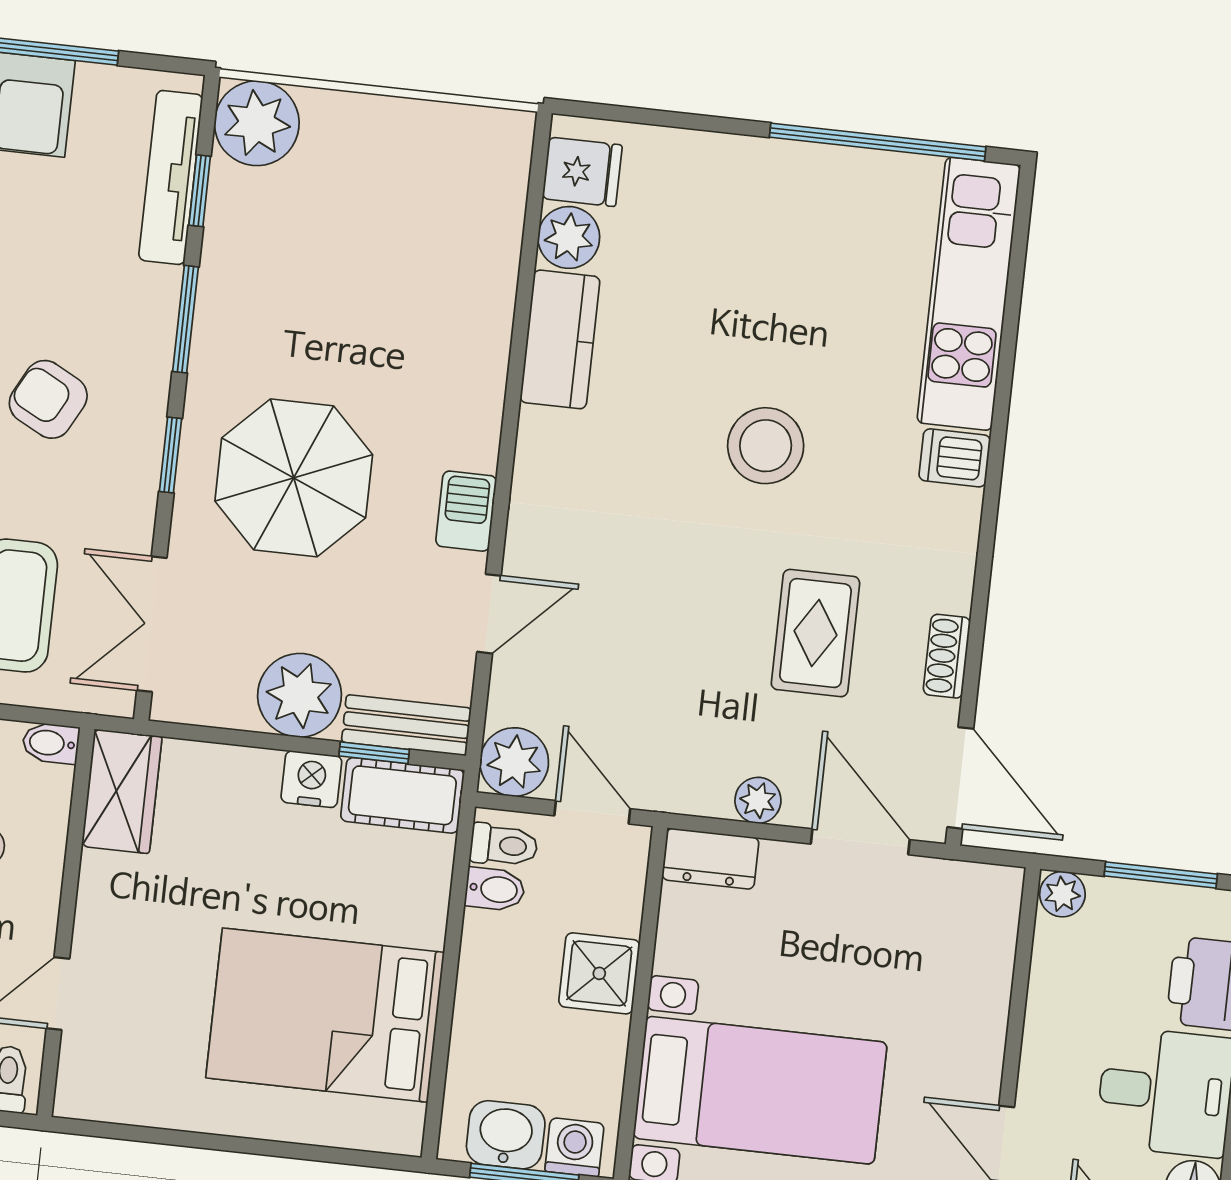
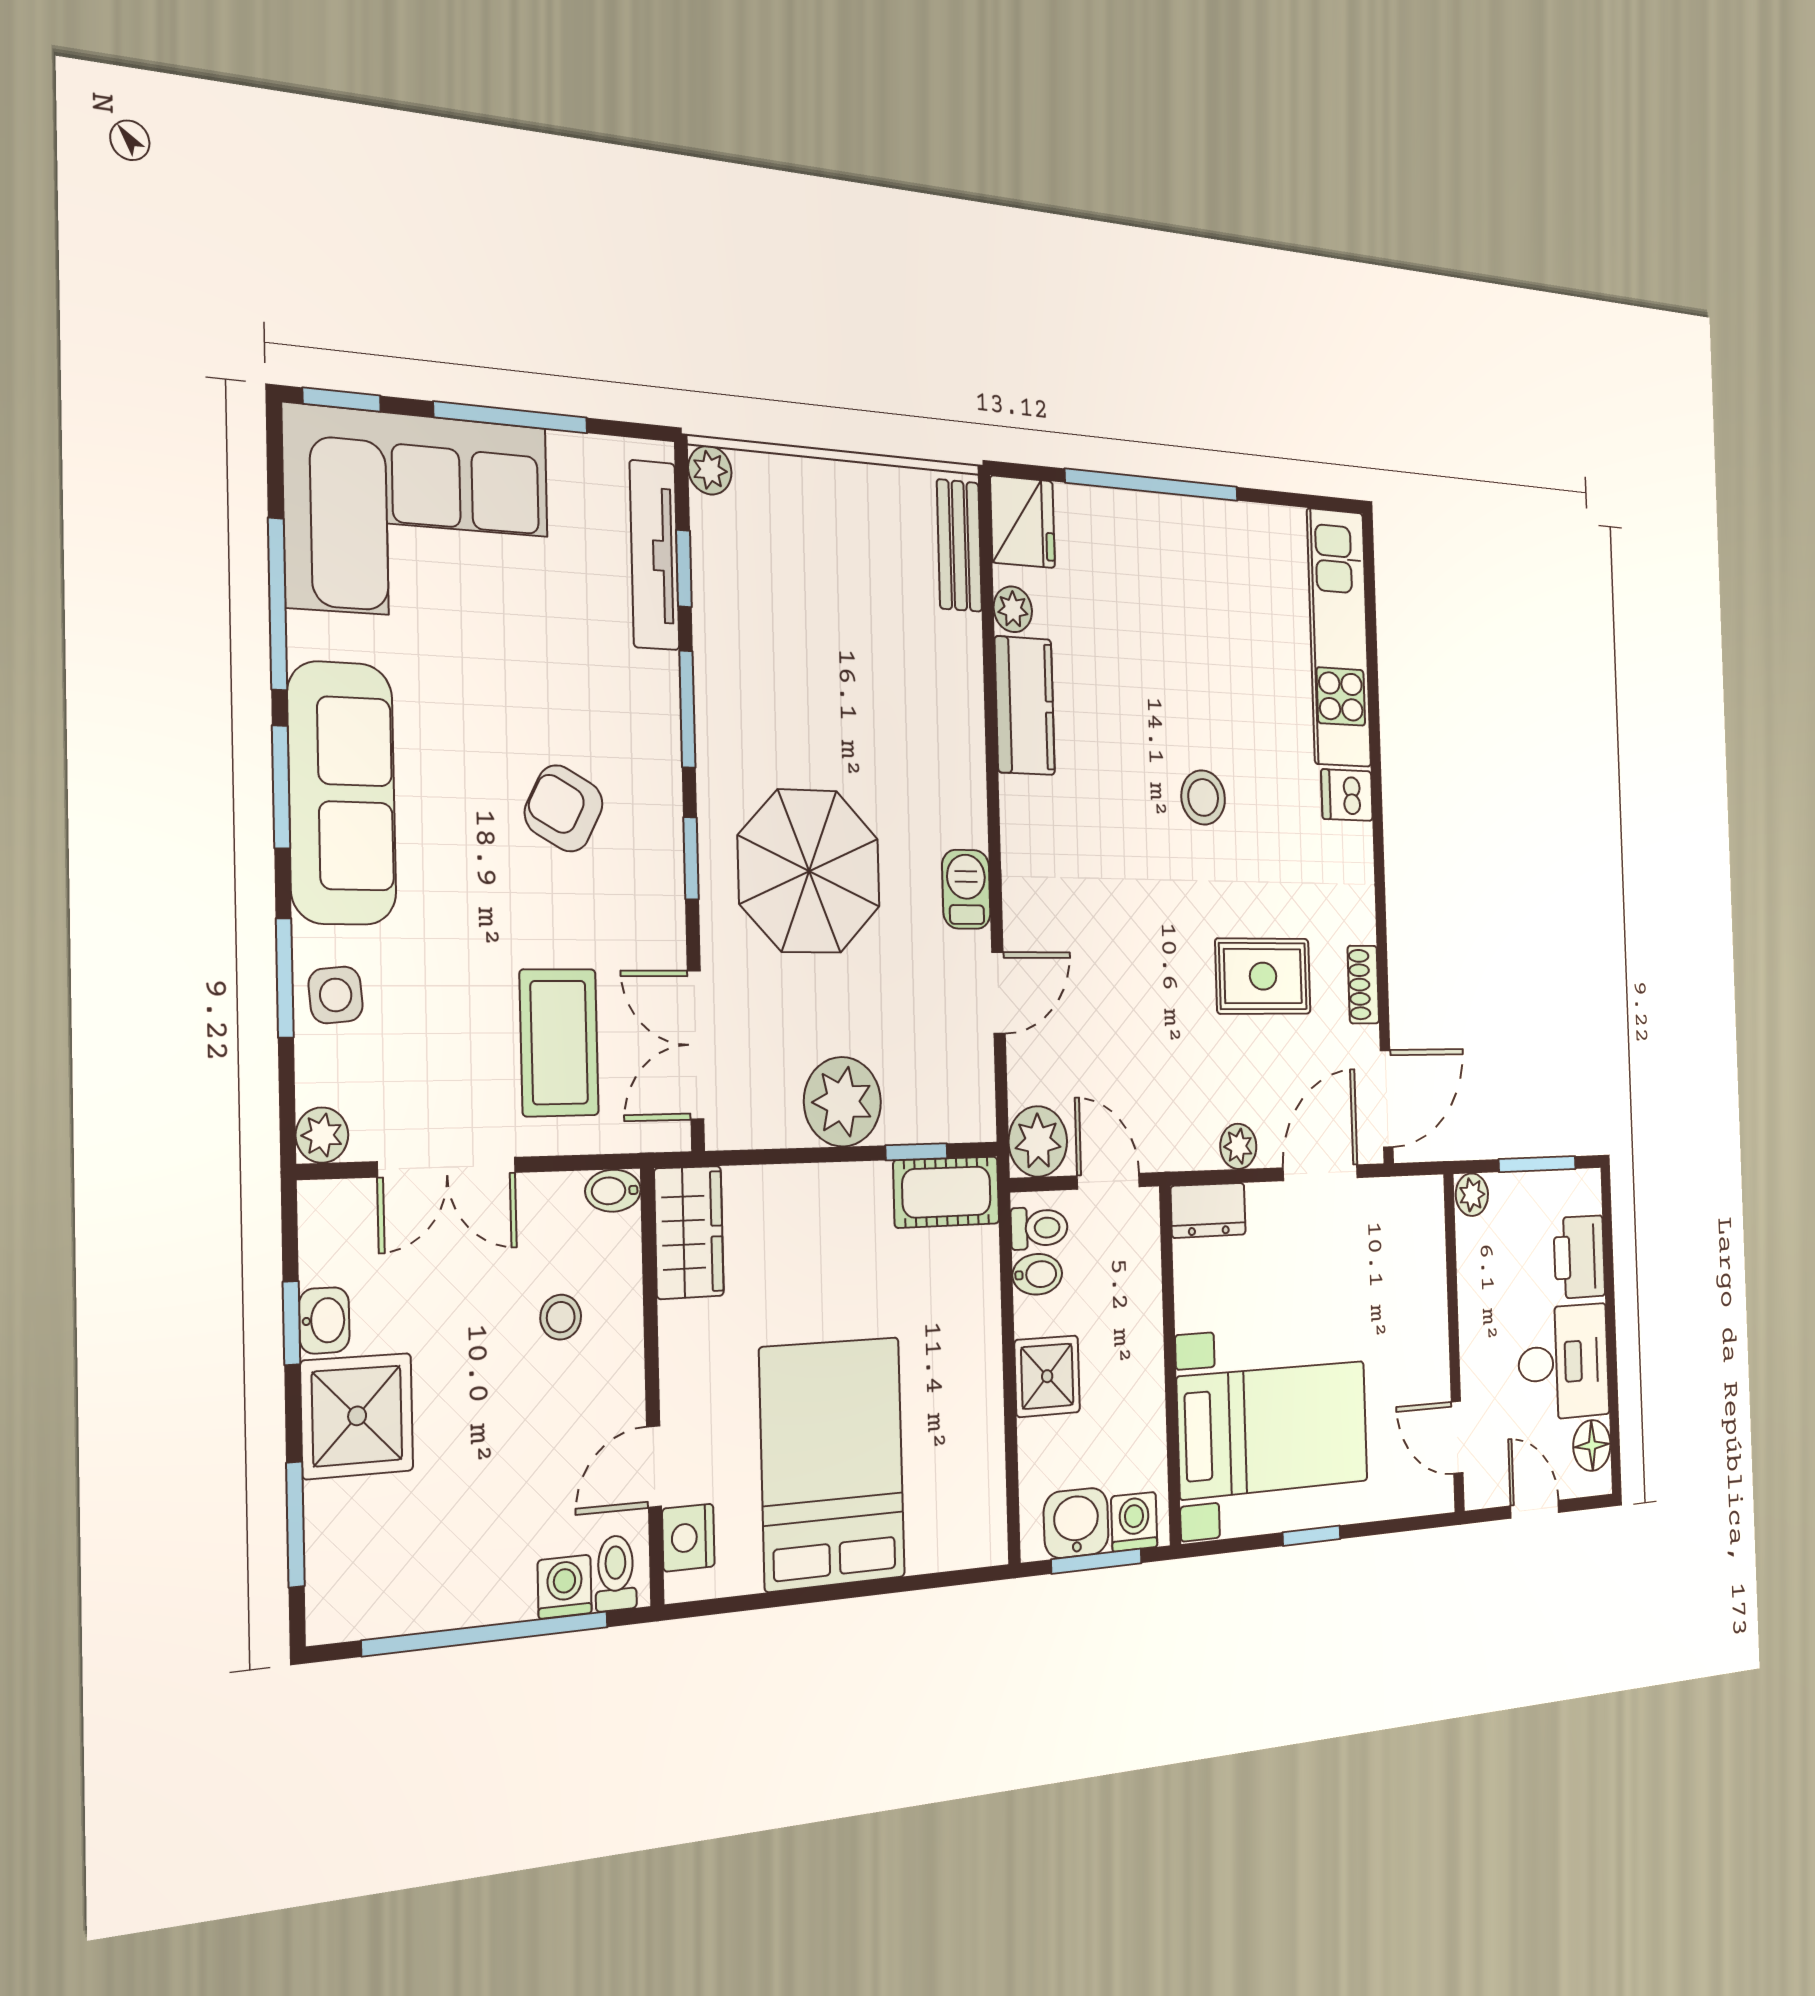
plant: (257, 123) -> (710, 470), width x0.53, depth x0.53
window: (878, 142) -> (1152, 485), moved
fridge: (582, 172) -> (1023, 522), width x1.38
plant: (569, 237) -> (1013, 609), width x0.73, depth x0.73
stool: (766, 446) -> (1203, 797), width x0.73, depth x0.73
rug: (815, 633) -> (1263, 976), turned 90
bench: (406, 725) -> (959, 546), moved, turned 90
door: (960, 778) -> (1387, 1099), hinge flipped
nightstand: (311, 779) -> (688, 1538), moved, turned -90
door: (860, 842) -> (1321, 1173), hinge flipped
shower: (599, 973) -> (1047, 1376), moved
bed: (325, 1015) -> (832, 1463), moved, turned 90

